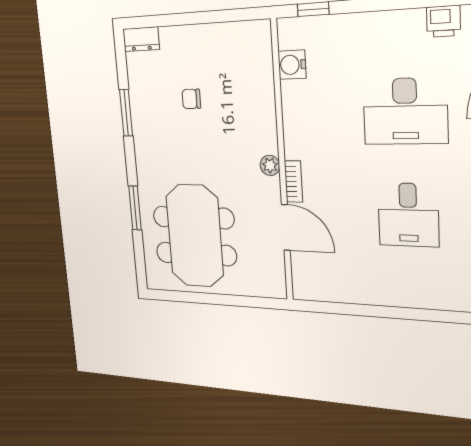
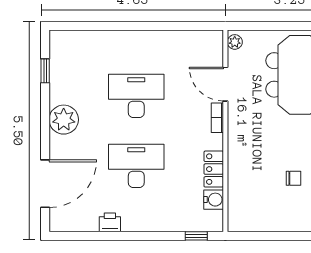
locker: (294, 109) -> (214, 169), added
plant: (270, 165) -> (235, 42), moved
desk: (408, 215) -> (136, 96), width x1.37

